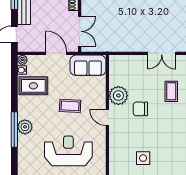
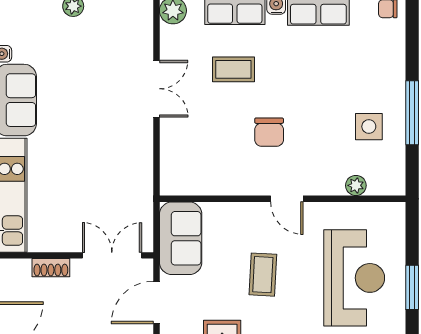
plant: (118, 96) -> (356, 185), moved, width x0.53, depth x0.53
door: (107, 118) -> (287, 199), hinge flipped
reception desk: (68, 151) -> (354, 278), turned 180

